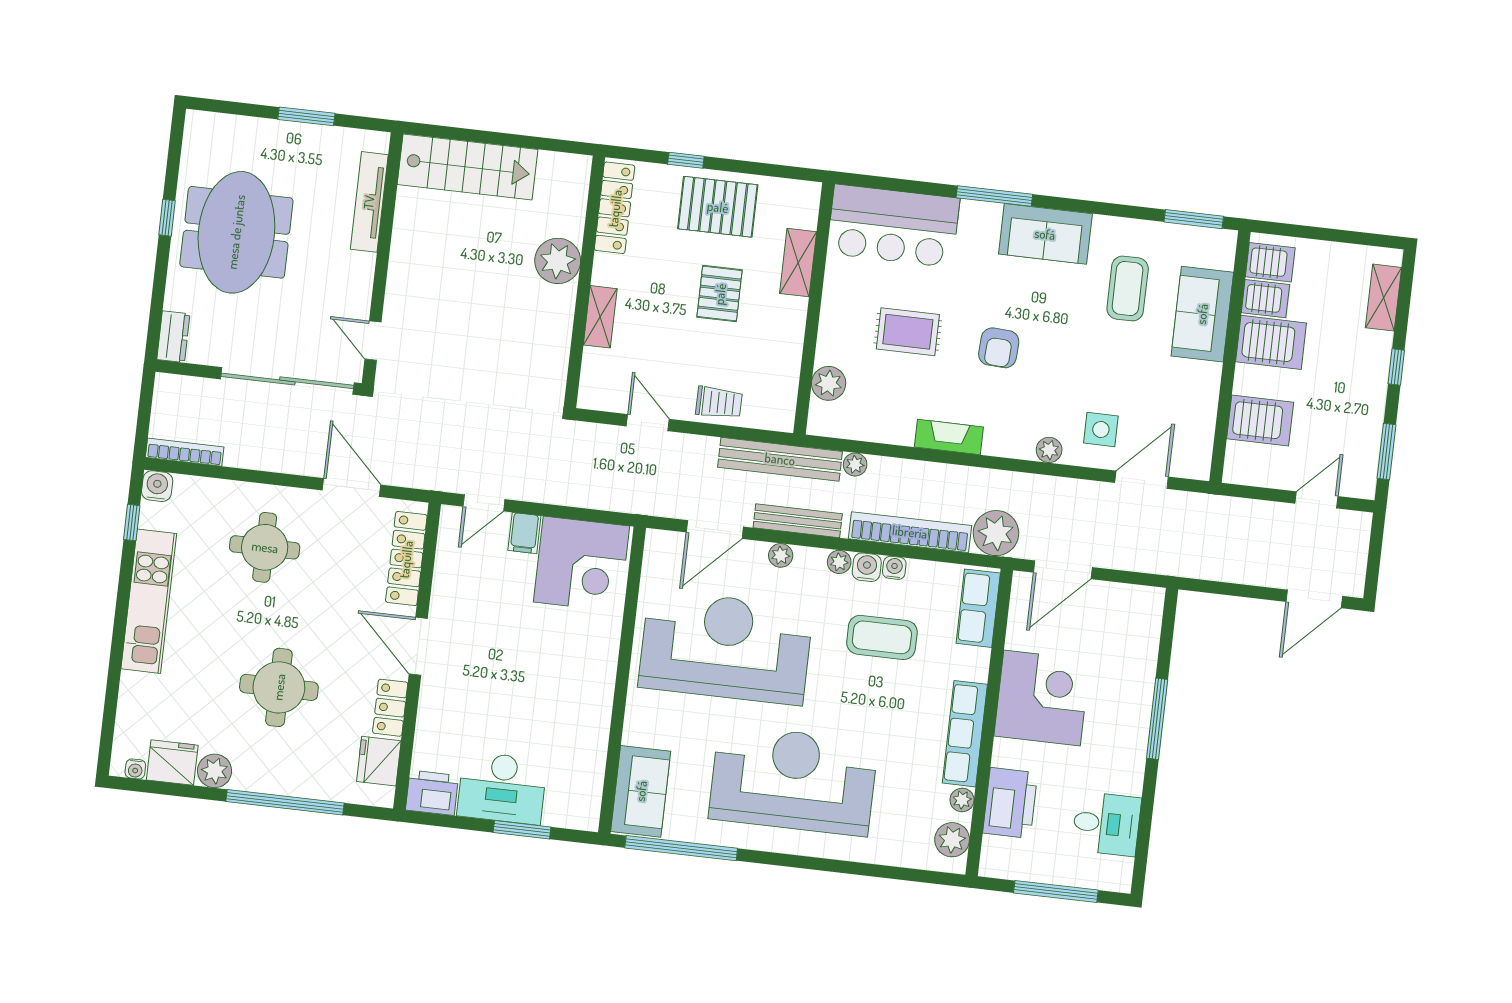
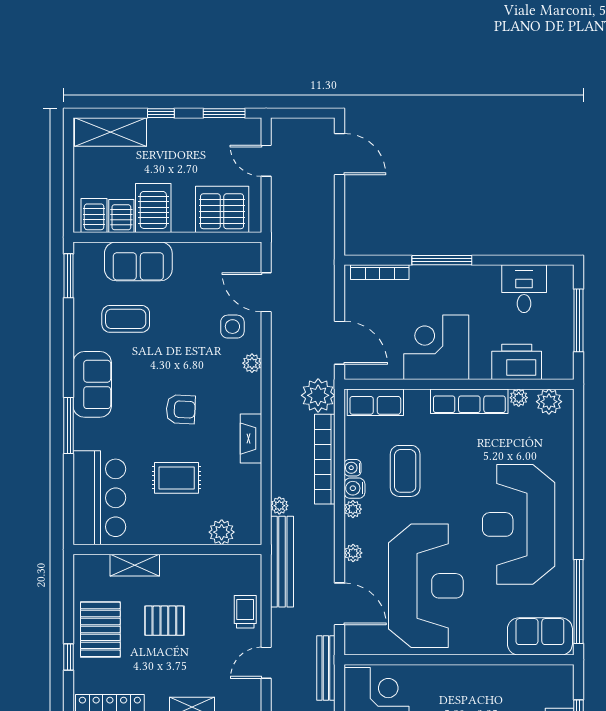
shelving: (1384, 298) -> (110, 132), width x1.50, depth x1.33
rug: (908, 332) -> (177, 478), turned 90
server rack: (1260, 421) -> (222, 209), width x1.60
bench: (798, 521) -> (326, 668), moved
bookcase: (1151, 634) -> (380, 272), added
reception desk: (726, 647) -> (426, 586), turned 180

